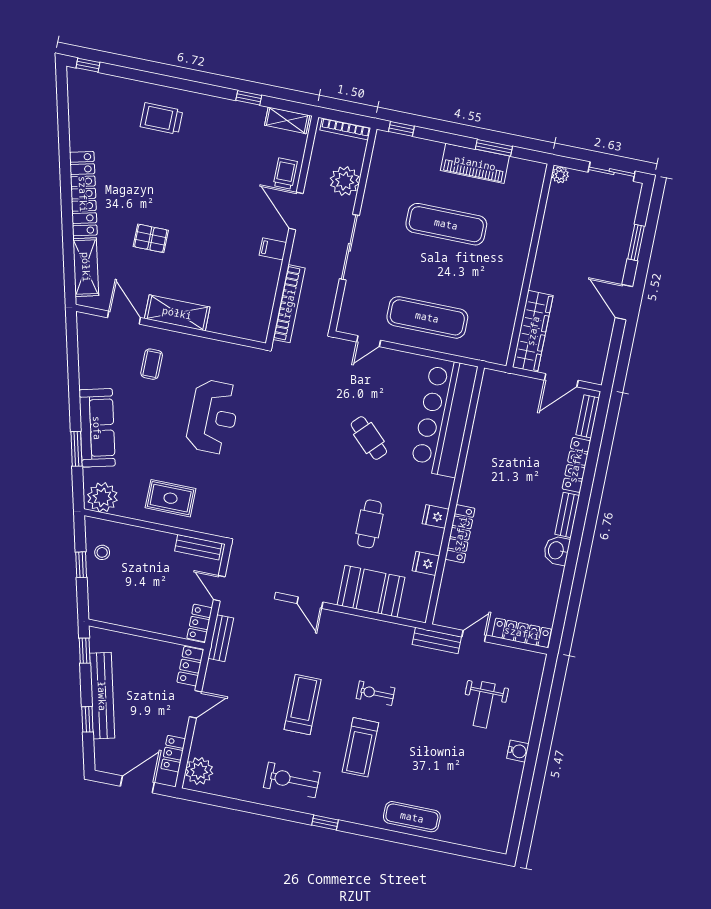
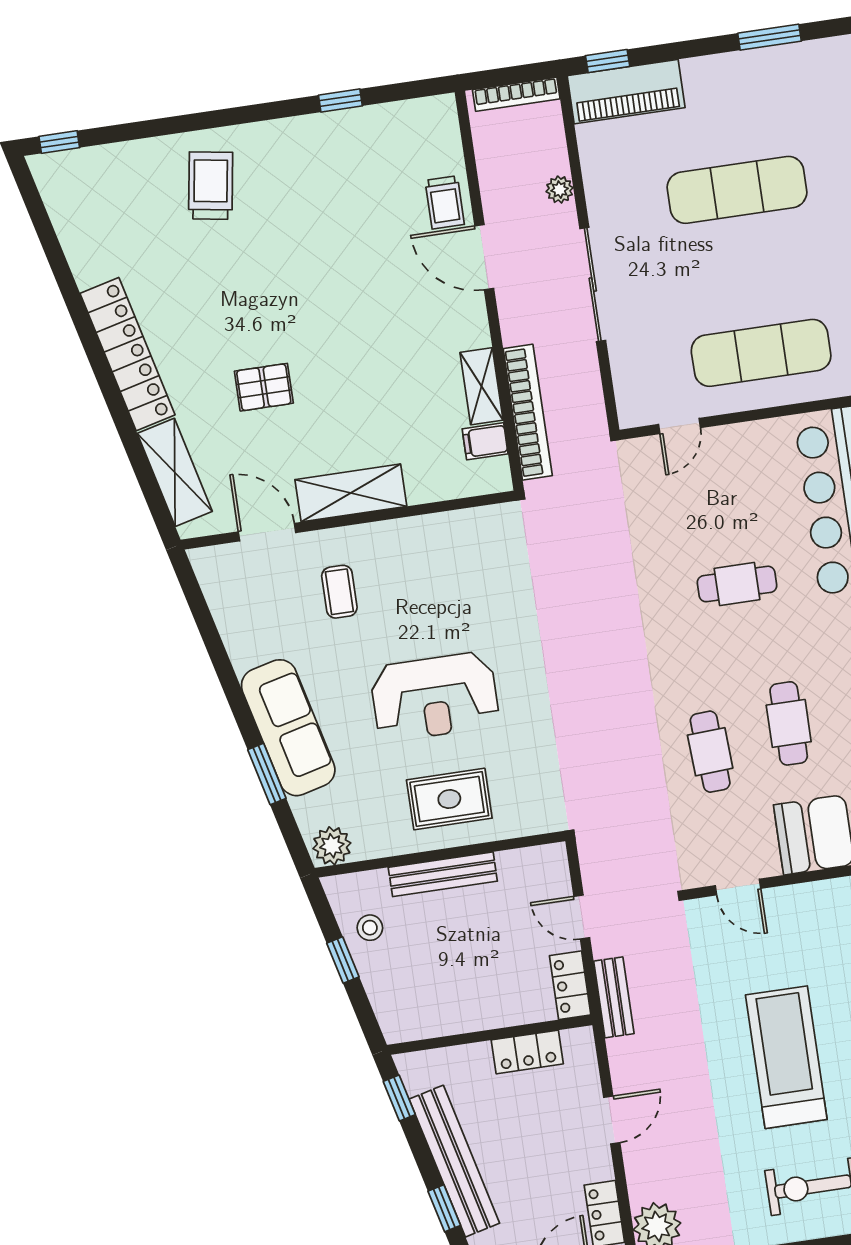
trolley: (162, 118) -> (211, 186), turned 99
shelving: (287, 120) -> (482, 386), moved, turned 90
piano: (475, 163) -> (626, 92), moved
trolley: (285, 174) -> (445, 202), turned 180
plant: (345, 181) -> (560, 190), width x0.53, depth x0.53
filing cabinet: (273, 249) -> (485, 441), moved
reception desk: (213, 417) -> (435, 697), moved, turned 90
cafe table: (369, 438) -> (737, 584), turned -44
plant: (102, 497) -> (332, 846), width x0.73, depth x0.73
cafe table: (321, 524) -> (710, 752), added
bench: (198, 547) -> (443, 874), moved, width x1.36
locker: (190, 666) -> (527, 1052), moved, turned -90
treadmill: (303, 704) -> (786, 1057), width x1.37, depth x1.38

